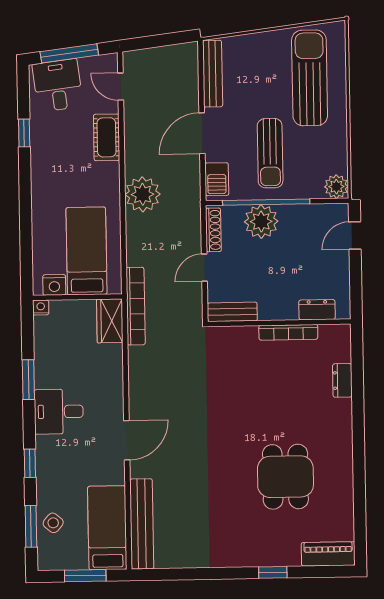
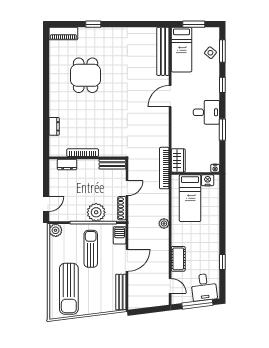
plant: (143, 194) -> (164, 223), width x0.53, depth x0.53

